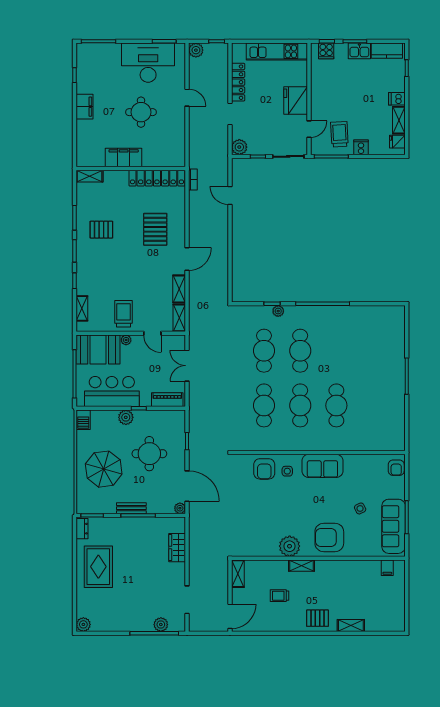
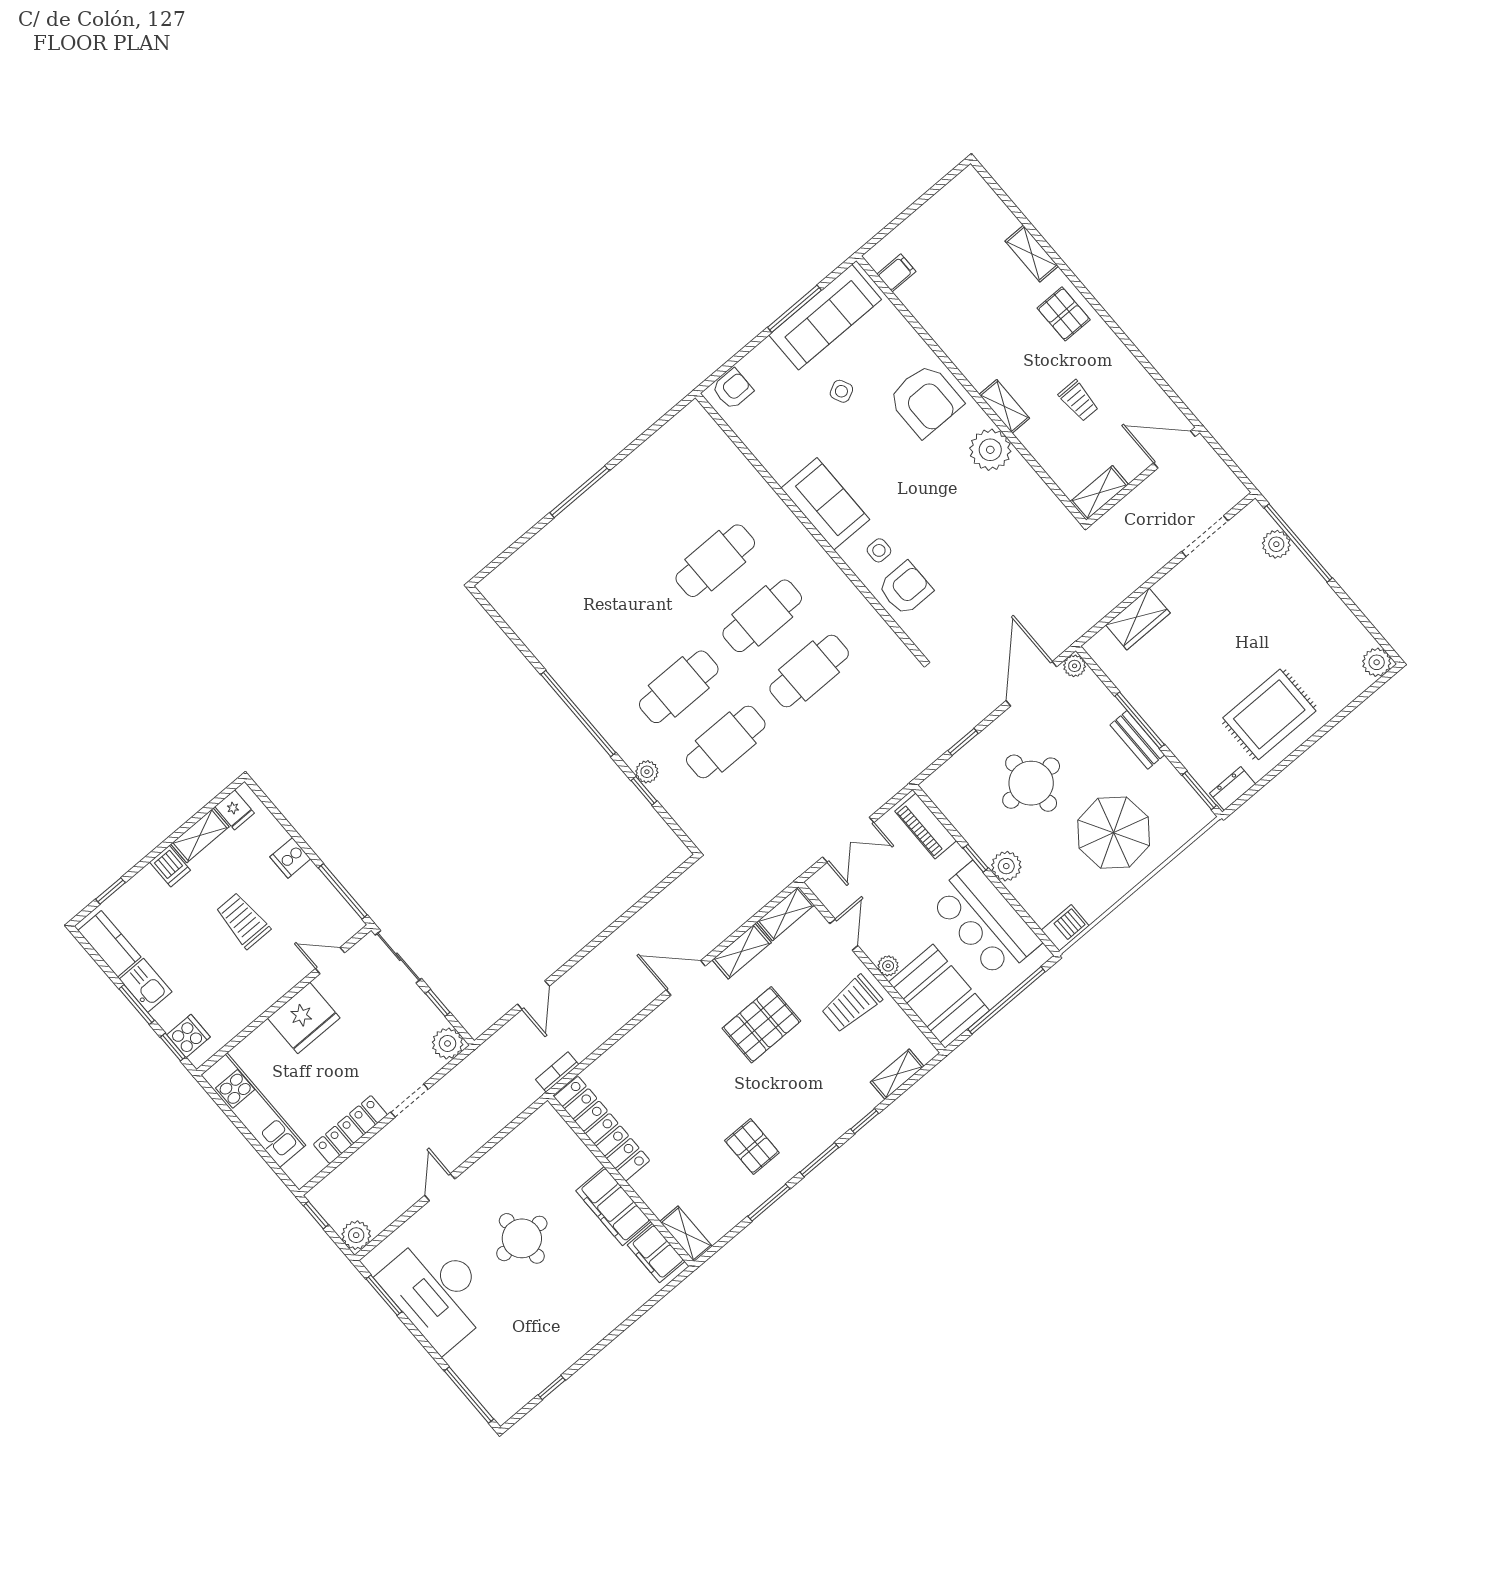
filing cabinet: (85, 107) -> (656, 1253), moved, turned -90
trolley: (339, 134) -> (243, 921), moved, turned 93
pallet: (155, 229) -> (761, 1025), moved

